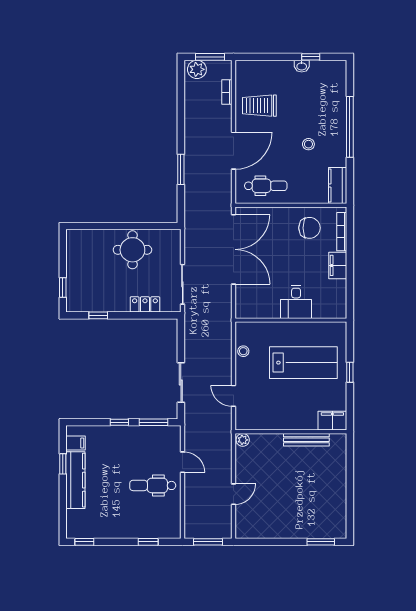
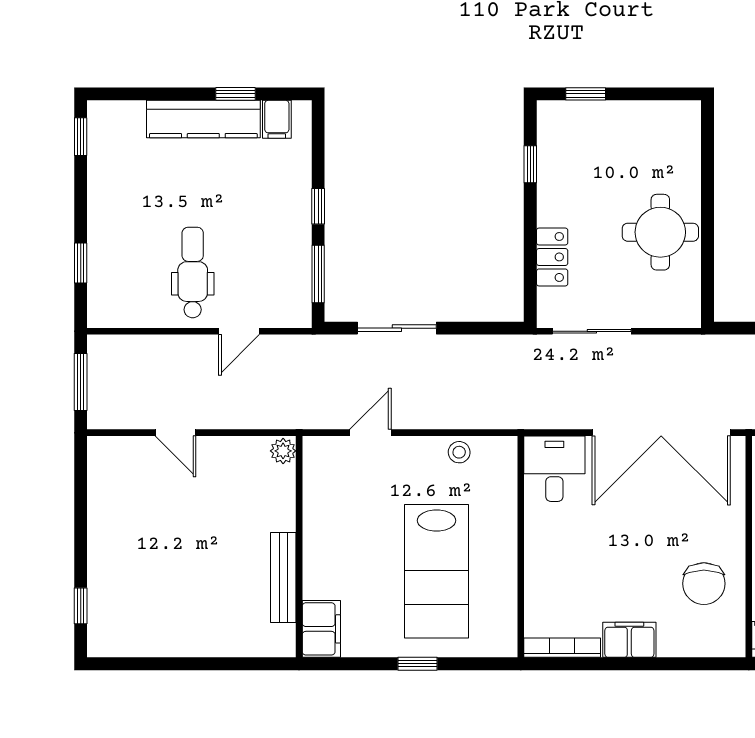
bookcase: (342, 232) -> (562, 648), moved
desk: (296, 302) -> (554, 469), moved, turned 90
window: (321, 542) -> (81, 606), width x0.67

